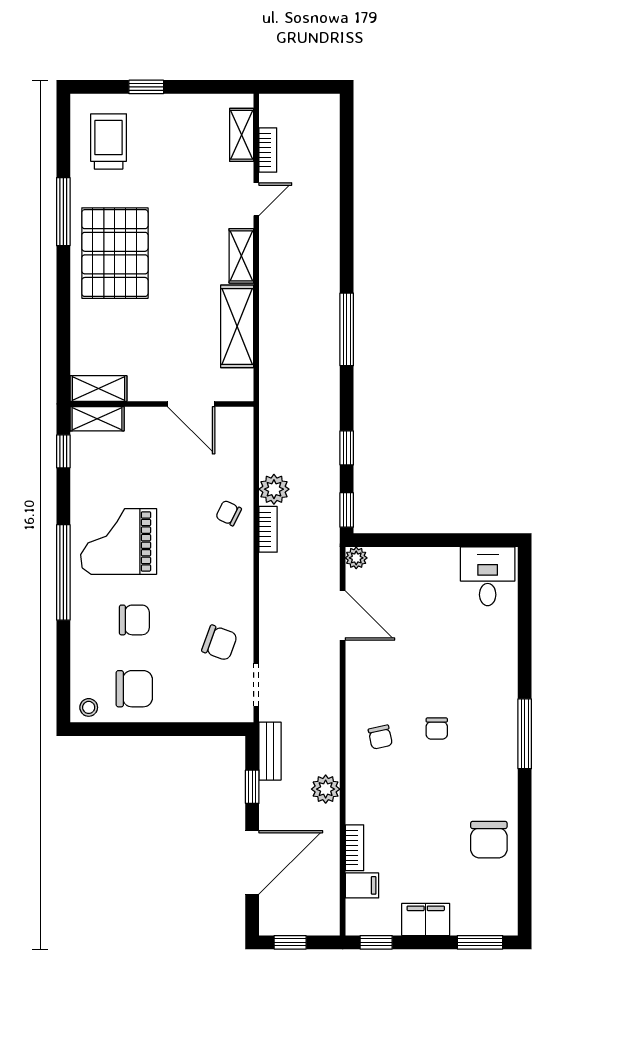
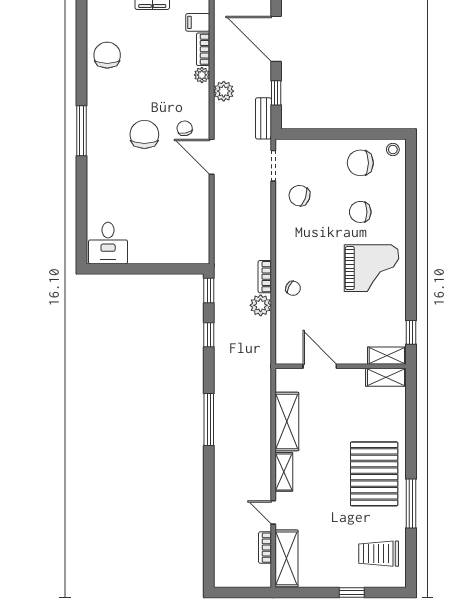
shelving: (242, 135) -> (287, 558), width x1.50, depth x1.33
trolley: (109, 141) -> (379, 554), turned 90
door: (256, 199) -> (273, 512), hinge flipped
plant: (356, 558) -> (202, 75), moved
window: (63, 572) -> (411, 246), removed
door: (343, 616) -> (212, 157), moved
chair: (437, 729) -> (144, 134), width x1.87, depth x1.87
door: (252, 862) -> (276, 39), hinge flipped

